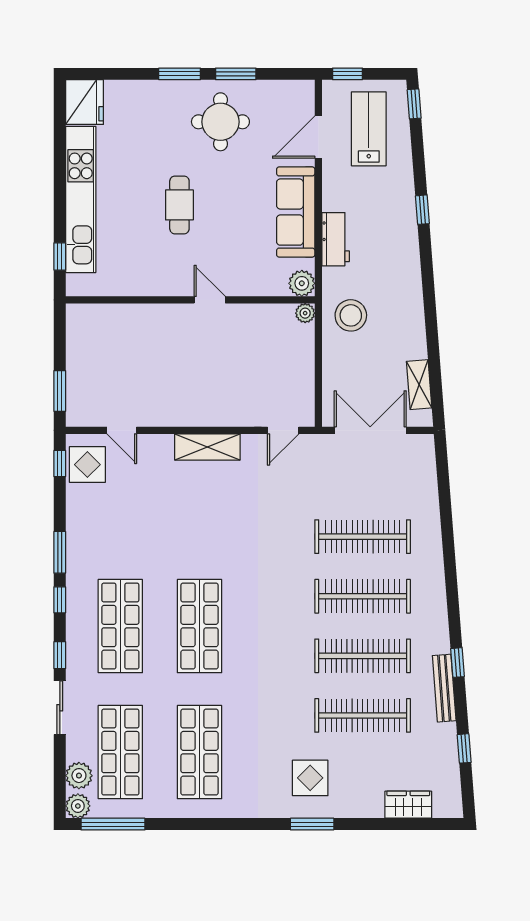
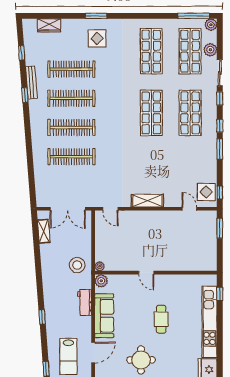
door: (283, 430) -> (110, 209), swing flipped
plant: (79, 776) -> (210, 50), moved

